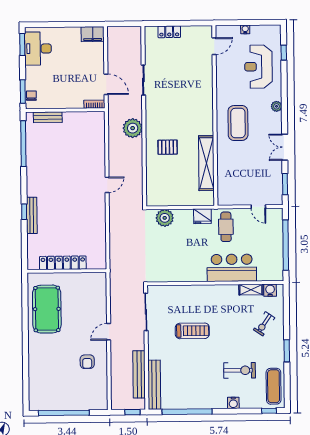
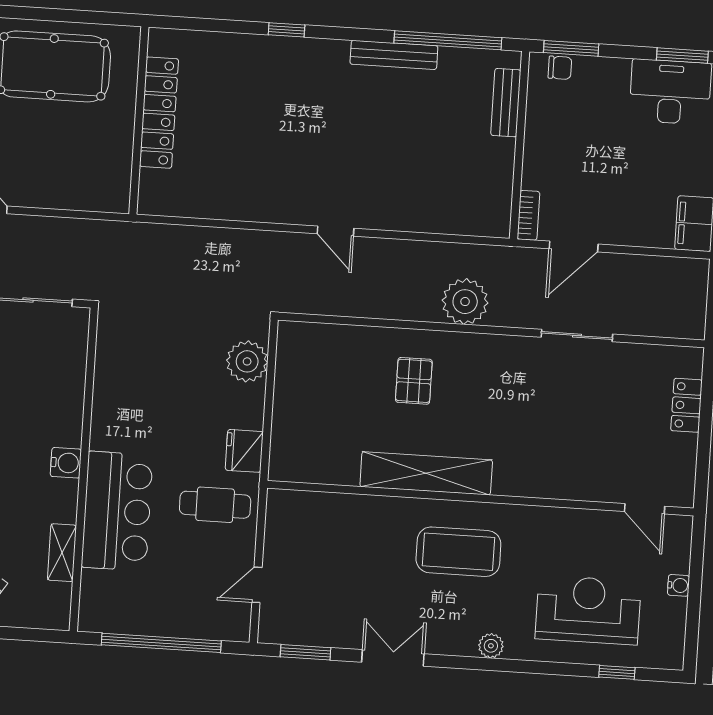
shelving: (206, 163) -> (426, 473), moved
bench: (32, 215) -> (394, 55), moved
water cooler: (270, 290) -> (66, 463), moved

